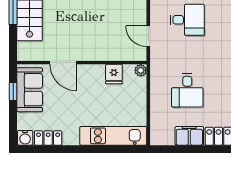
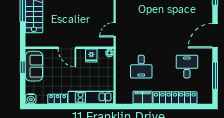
desk: (187, 20) -> (141, 19), removed
door: (148, 36) -> (115, 30), hinge flipped
door: (63, 63) -> (67, 48), moved
locker: (48, 138) -> (58, 99), moved

